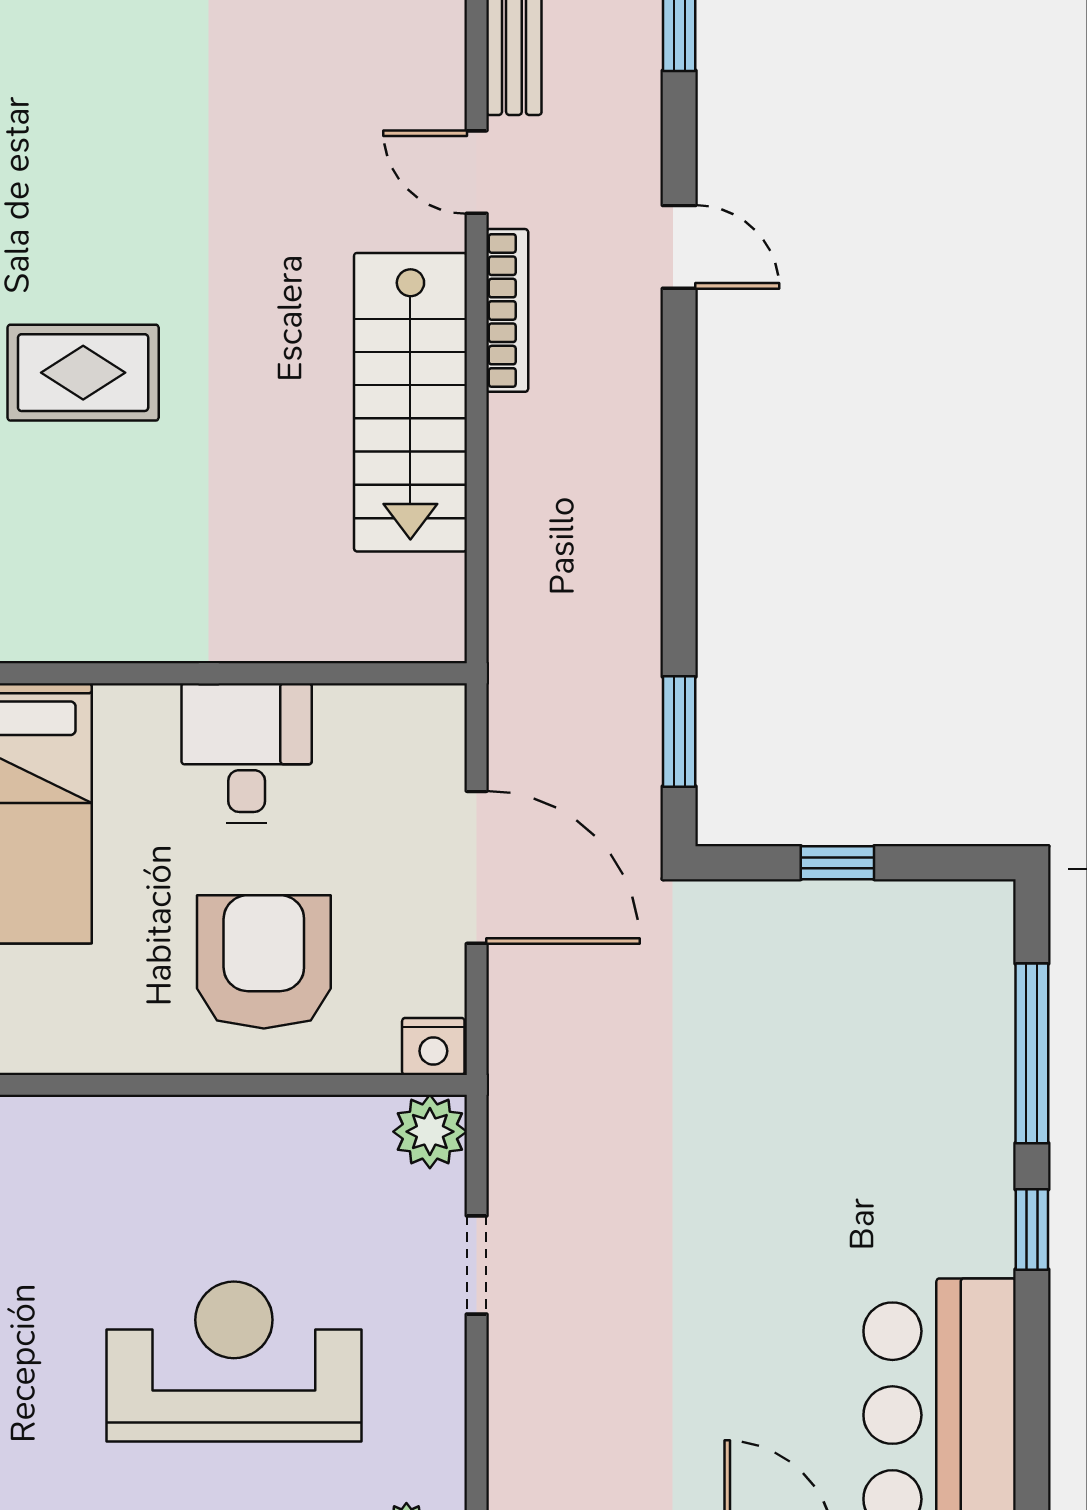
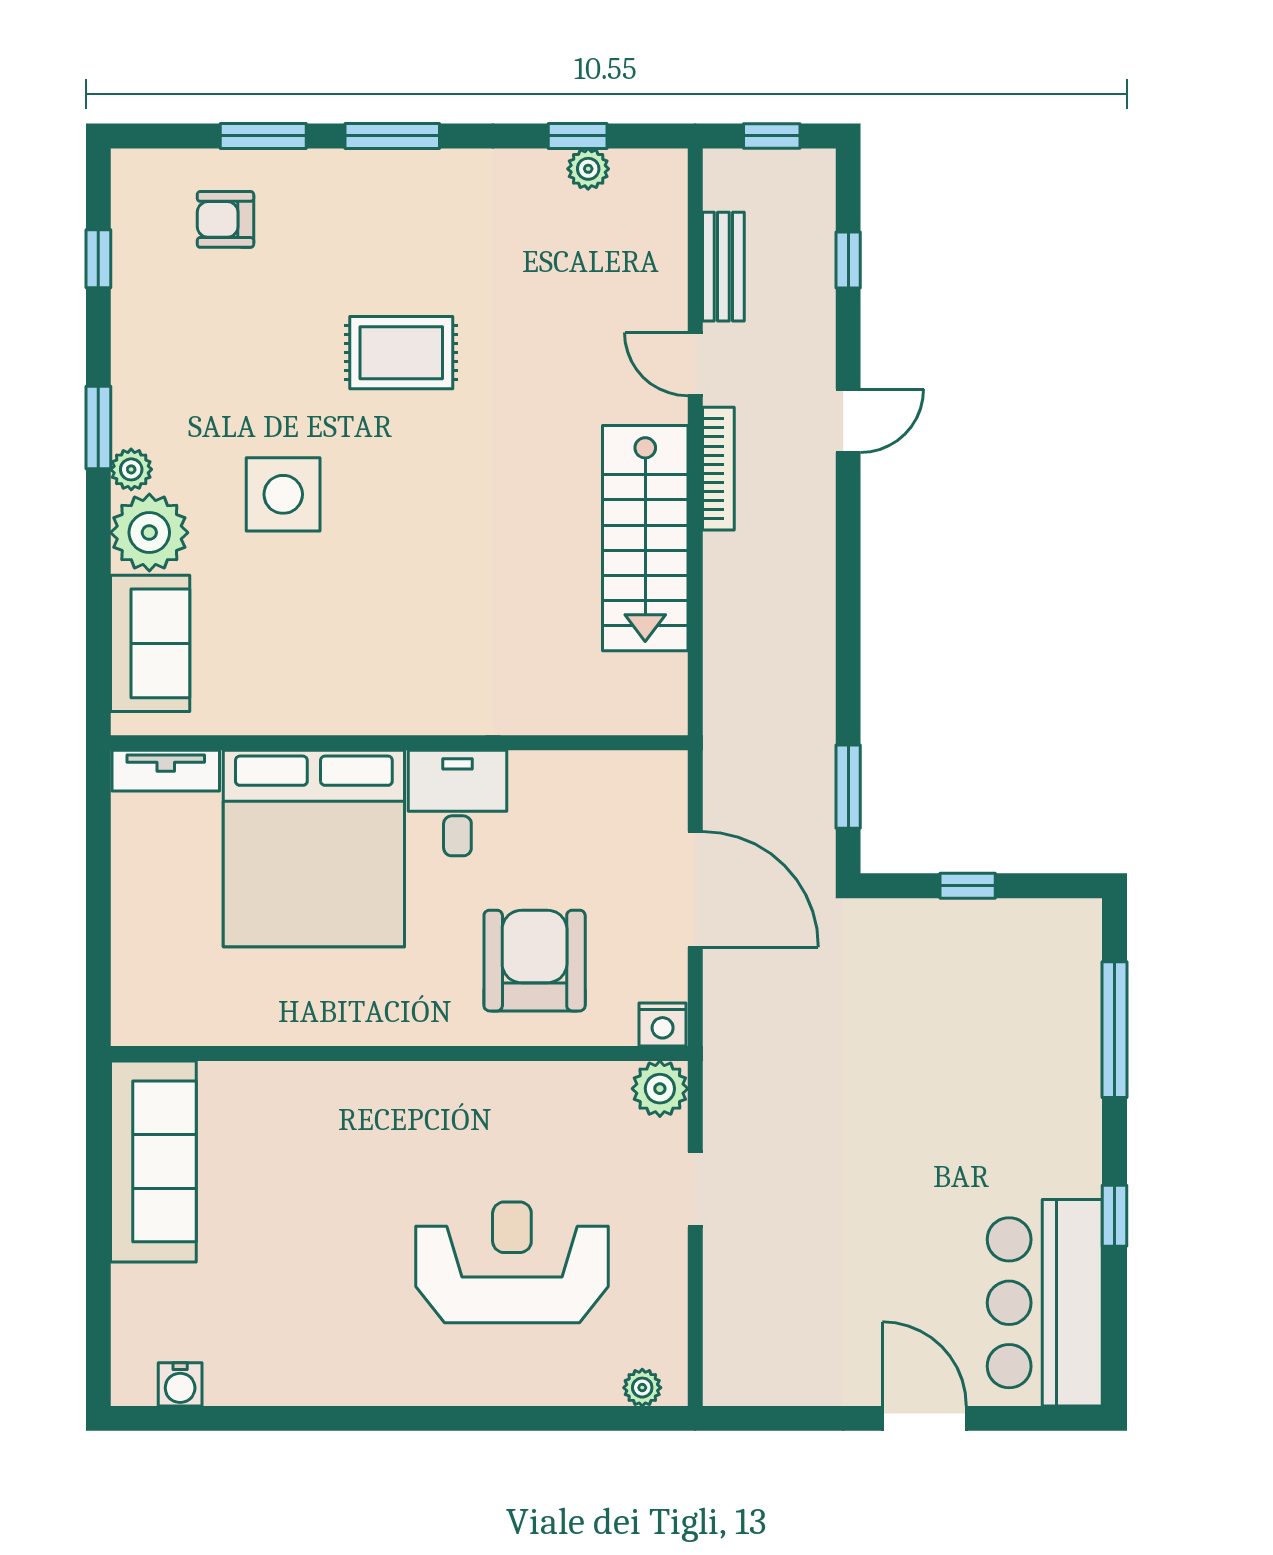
door: (679, 247) -> (848, 421), hinge flipped
rug: (83, 373) -> (401, 353), moved
desk: (247, 753) -> (457, 803), moved
window: (1032, 1229) -> (1114, 1216), moved

